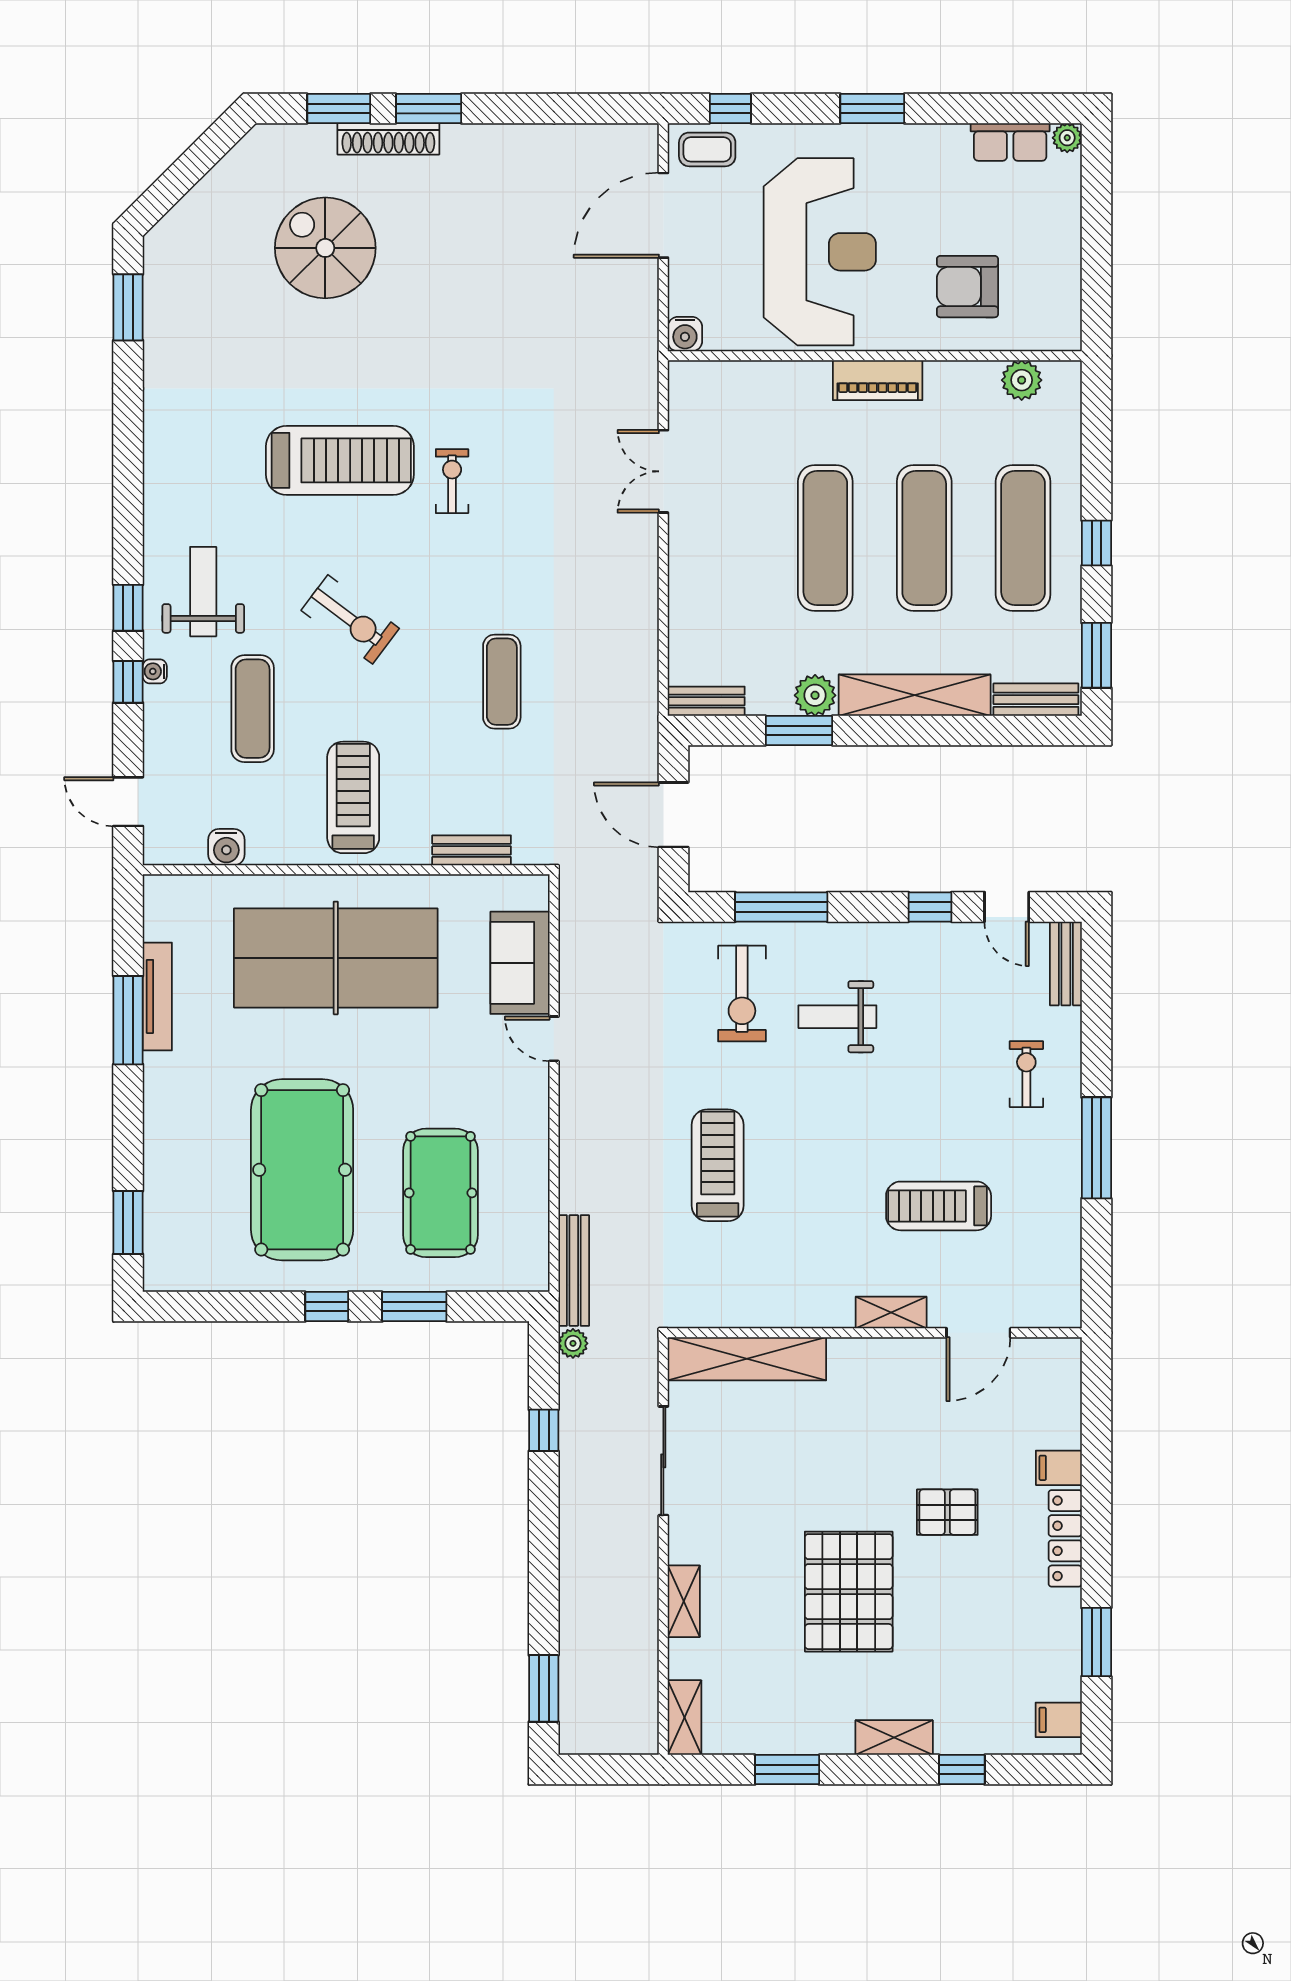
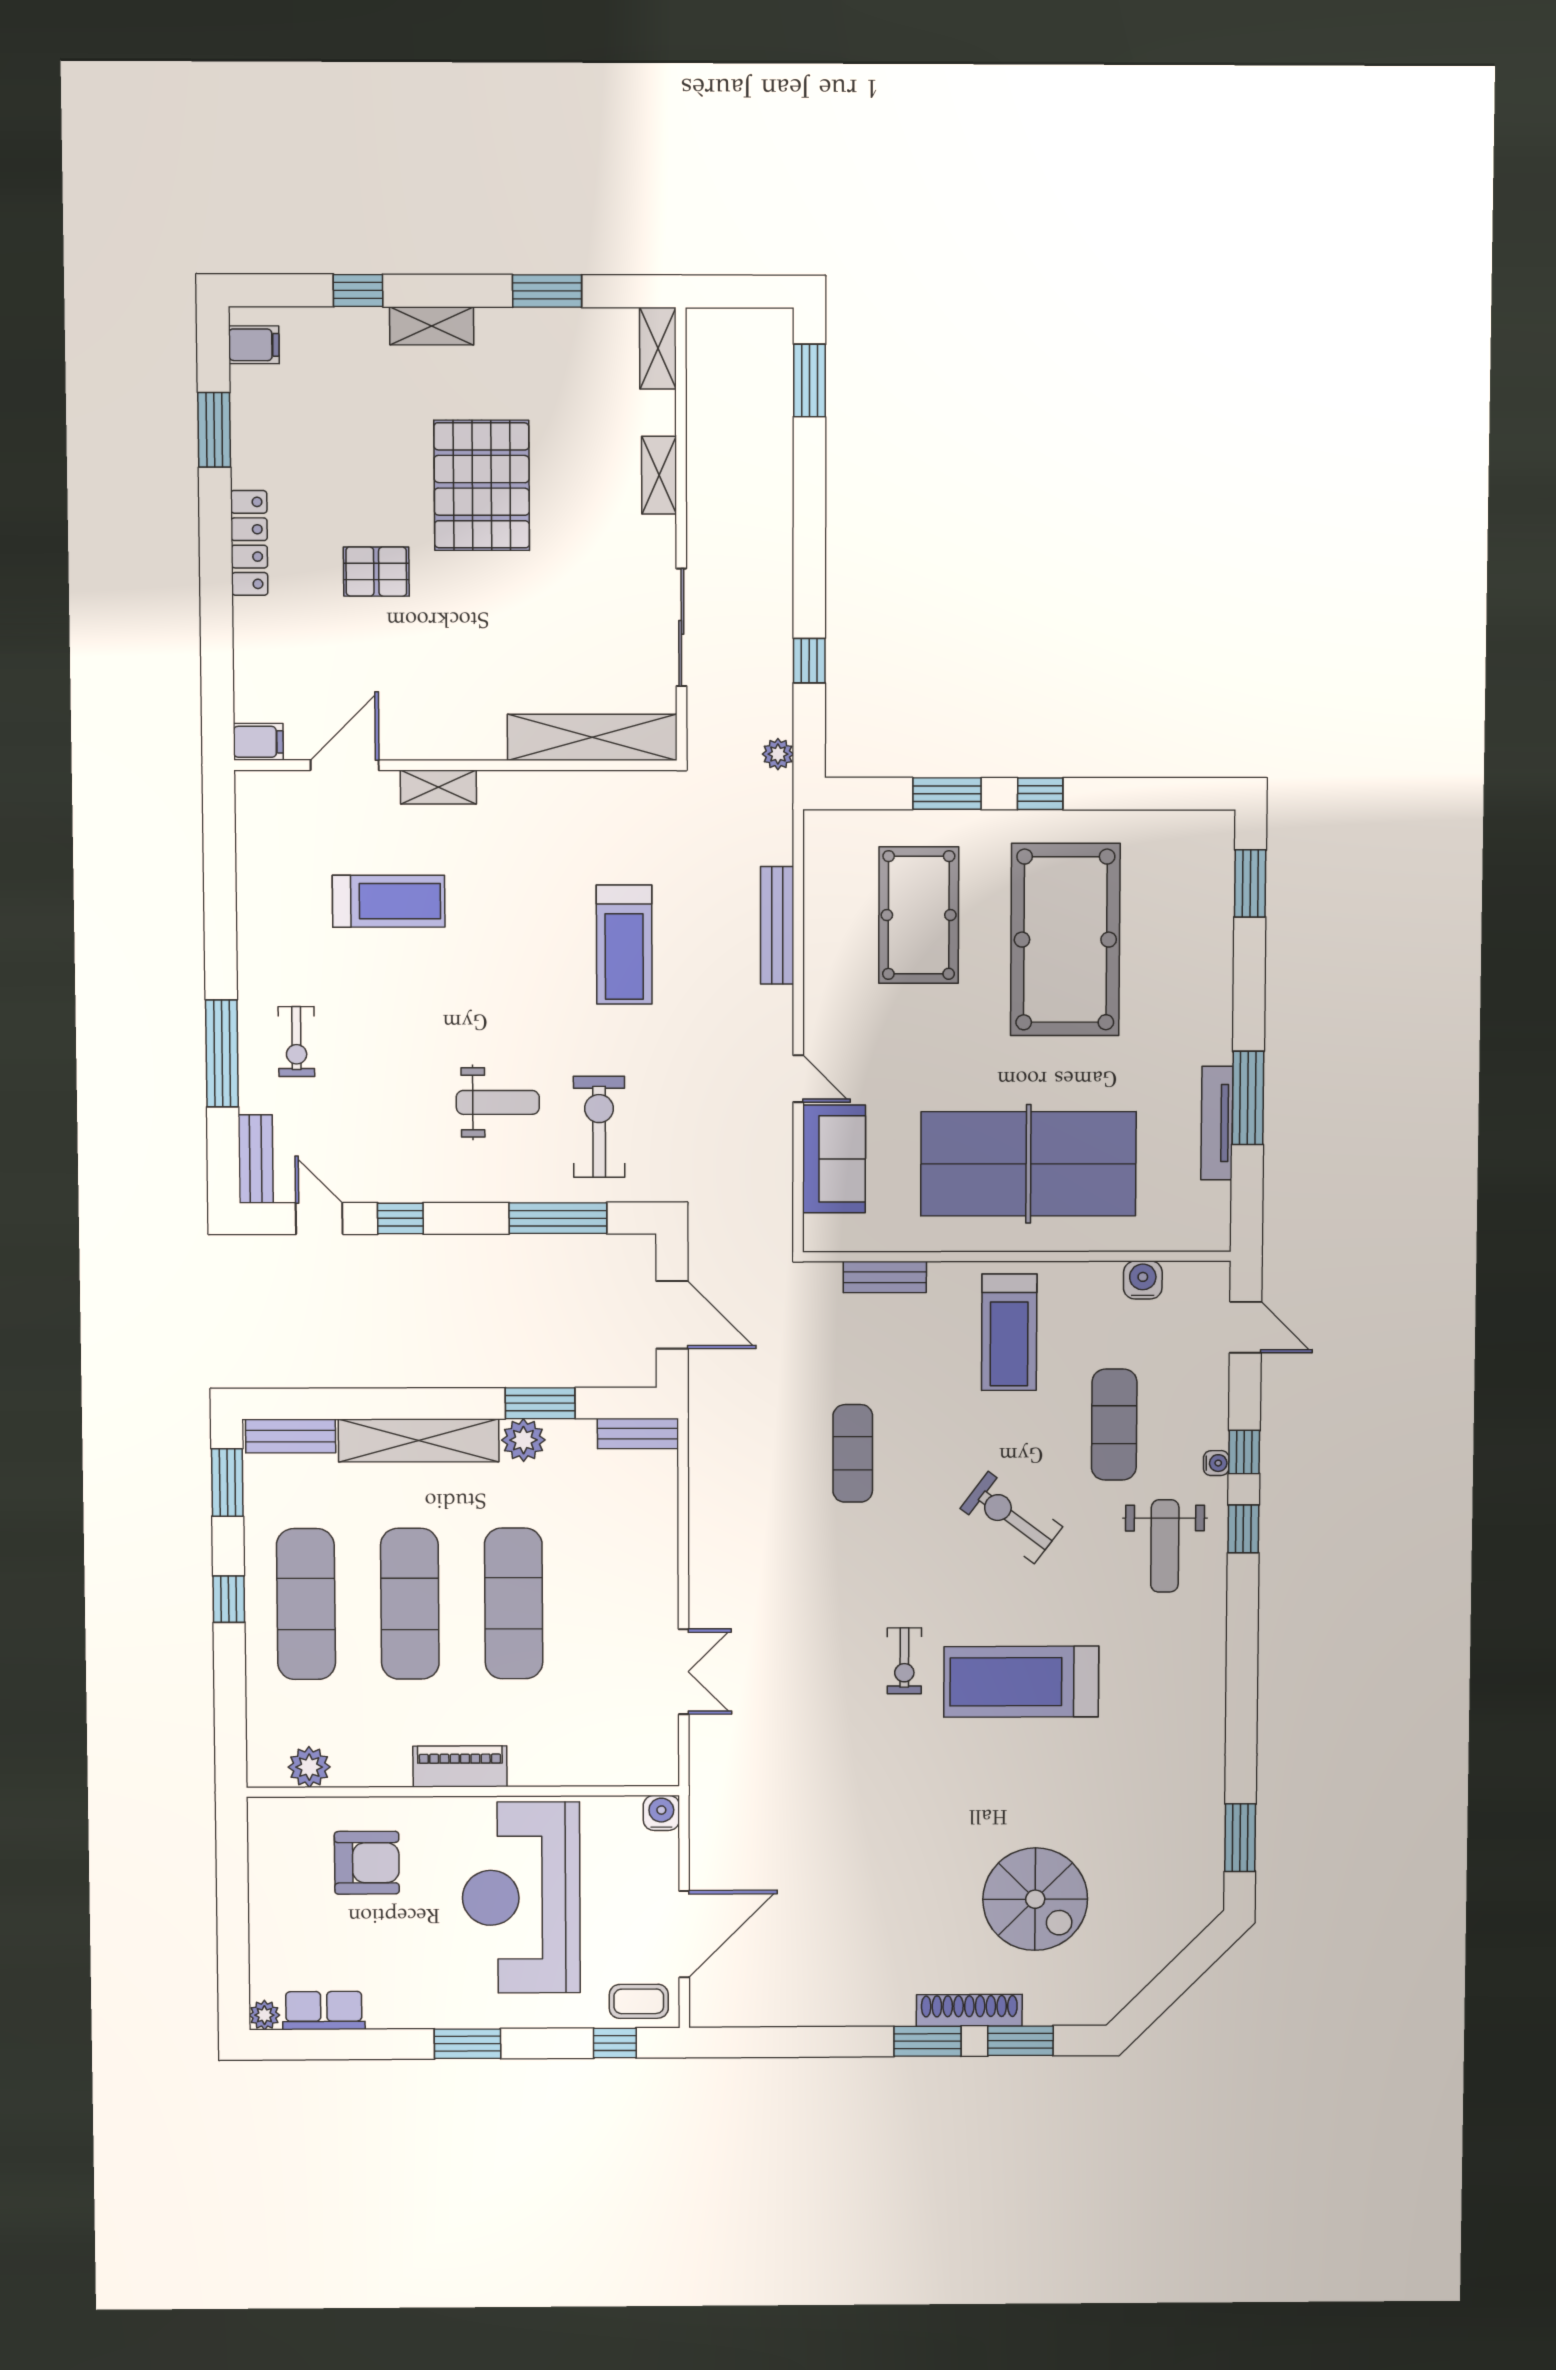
window: (1096, 1148) -> (222, 1053), moved
bench: (574, 1270) -> (777, 925), moved
filing cabinet: (1059, 1468) -> (258, 742), moved

